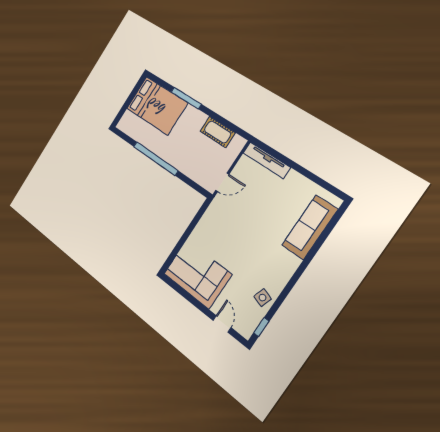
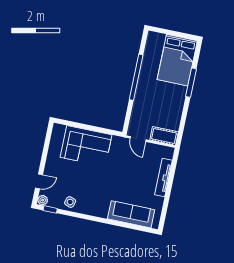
cot: (218, 132) -> (164, 136), moved, turned 90
tv unit: (267, 160) -> (163, 178), moved
corner sofa: (197, 274) -> (86, 146), moved, turned 90
plant: (246, 331) -> (43, 200), added

